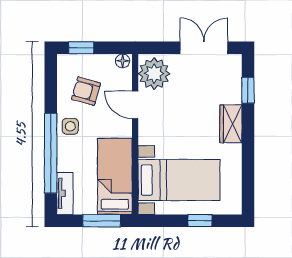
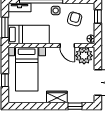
door: (135, 105) -> (67, 45), swing flipped

